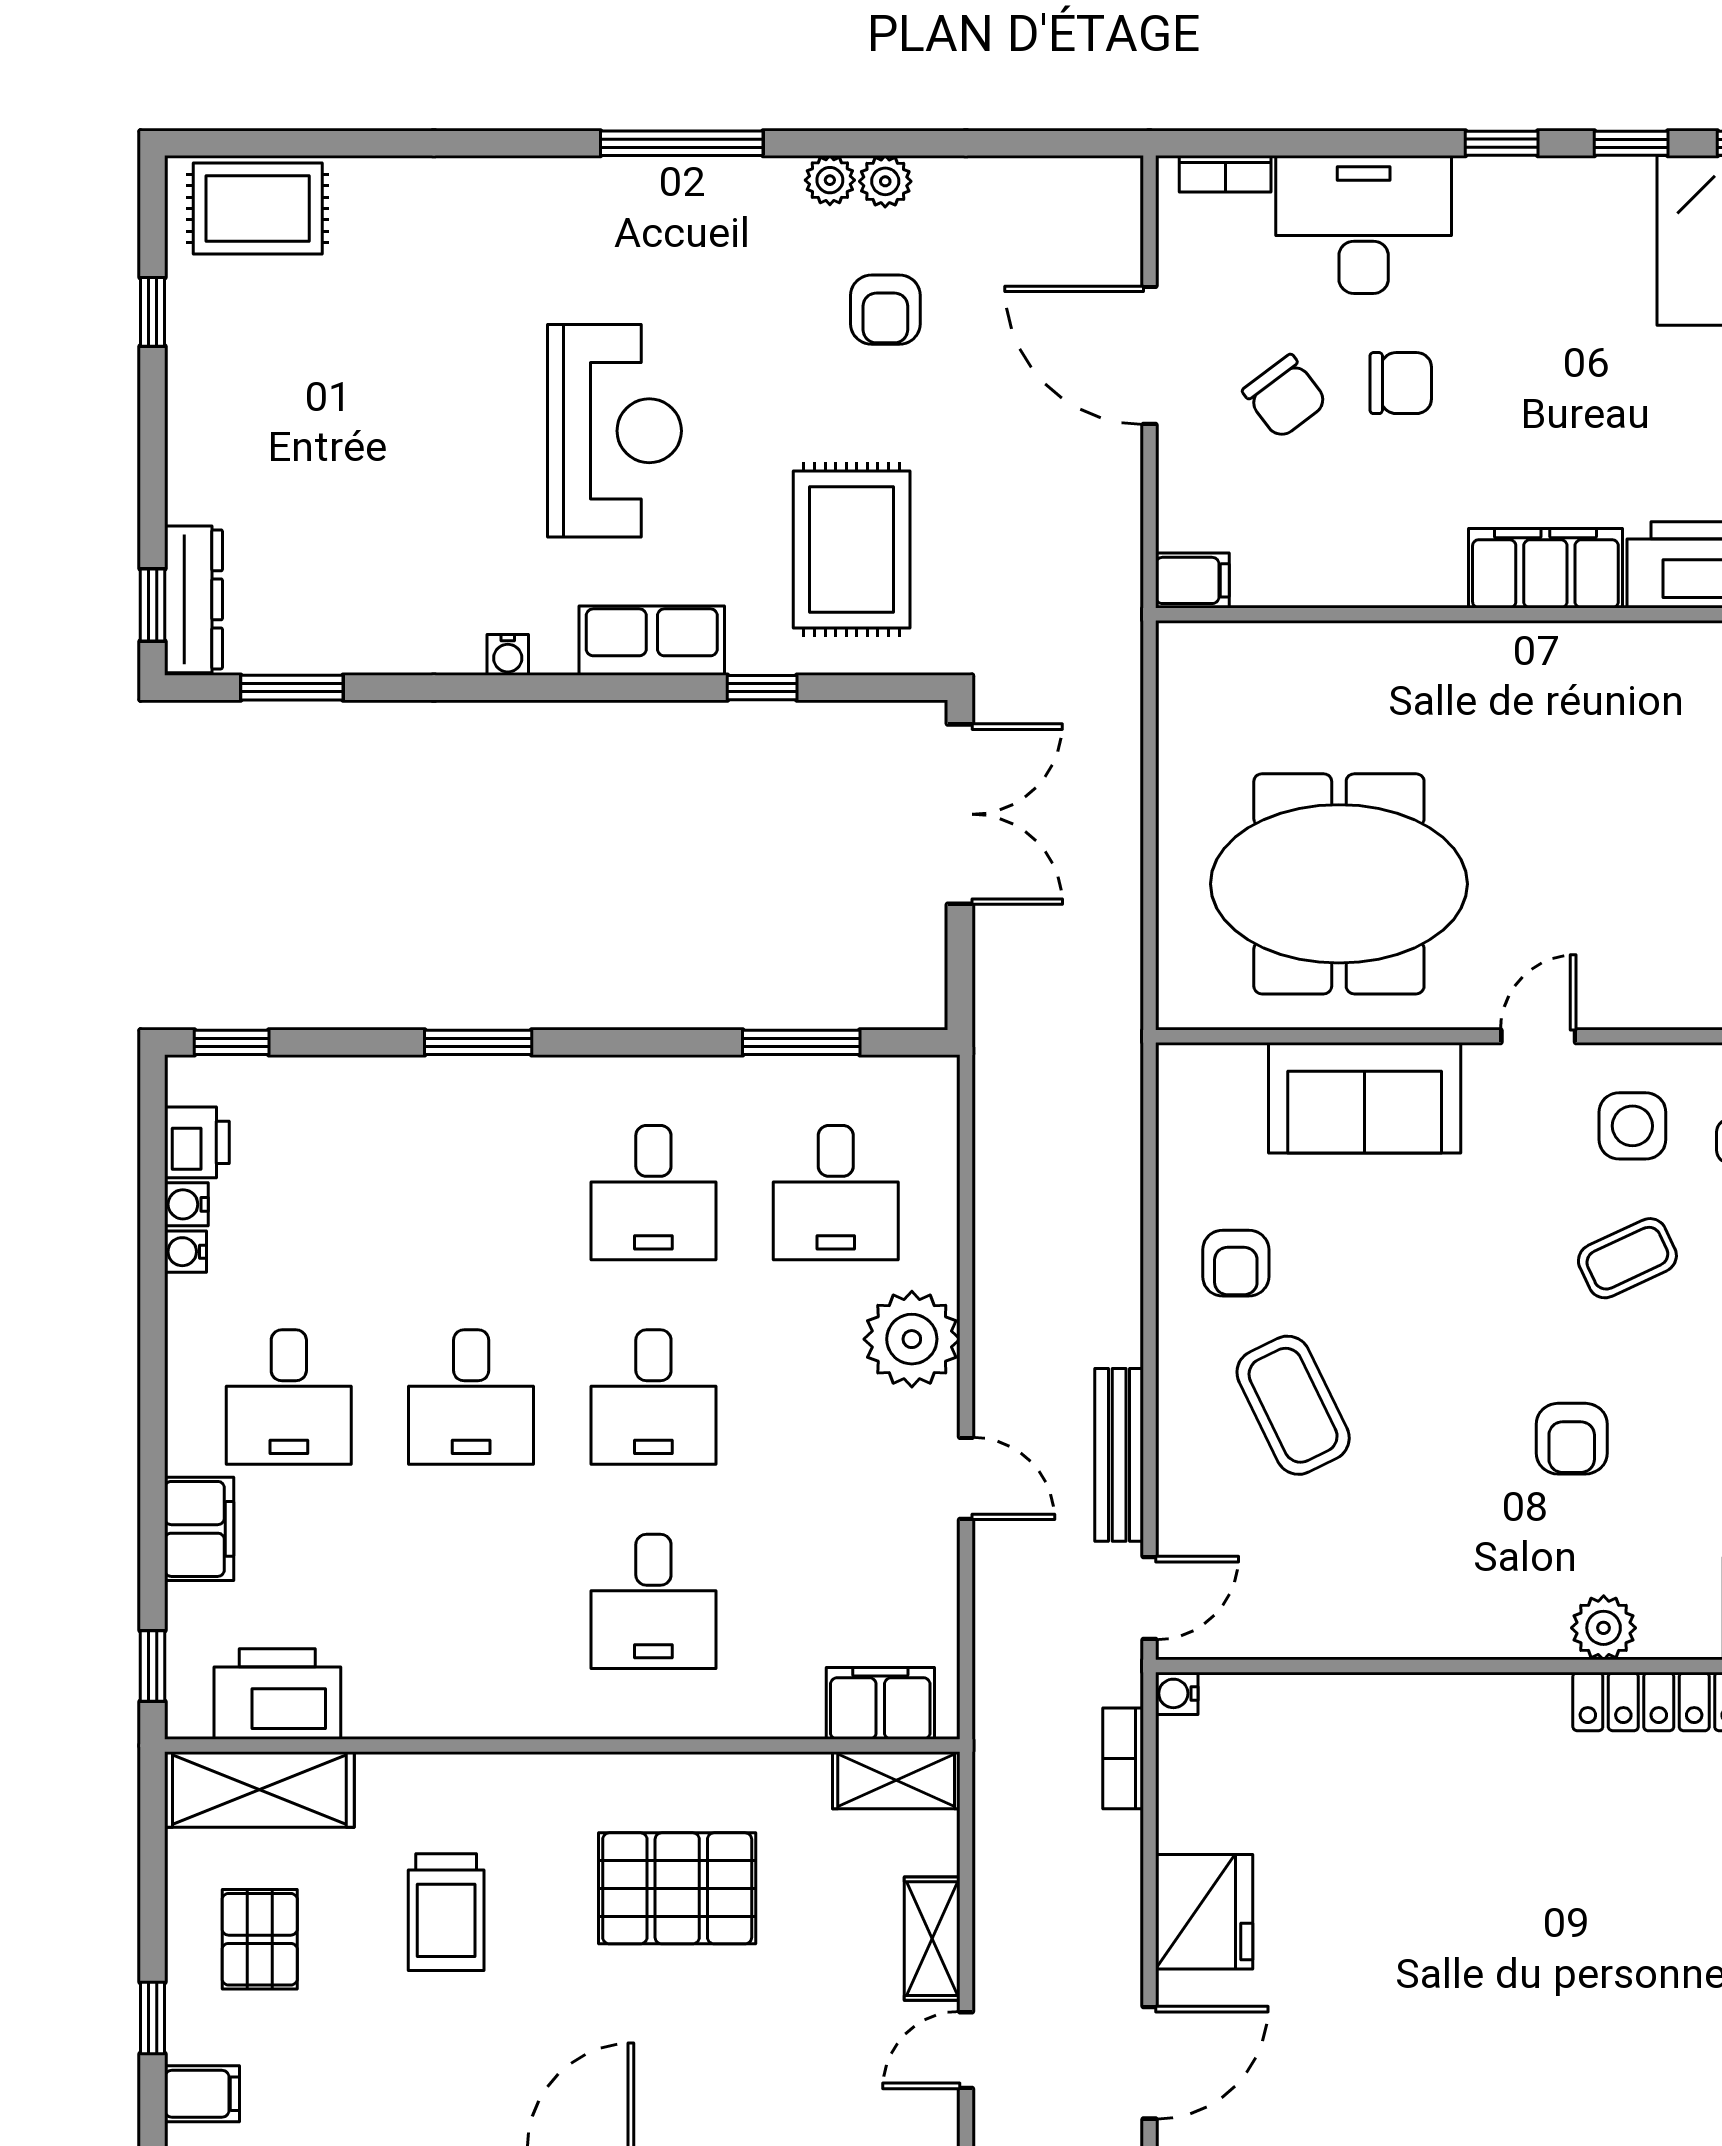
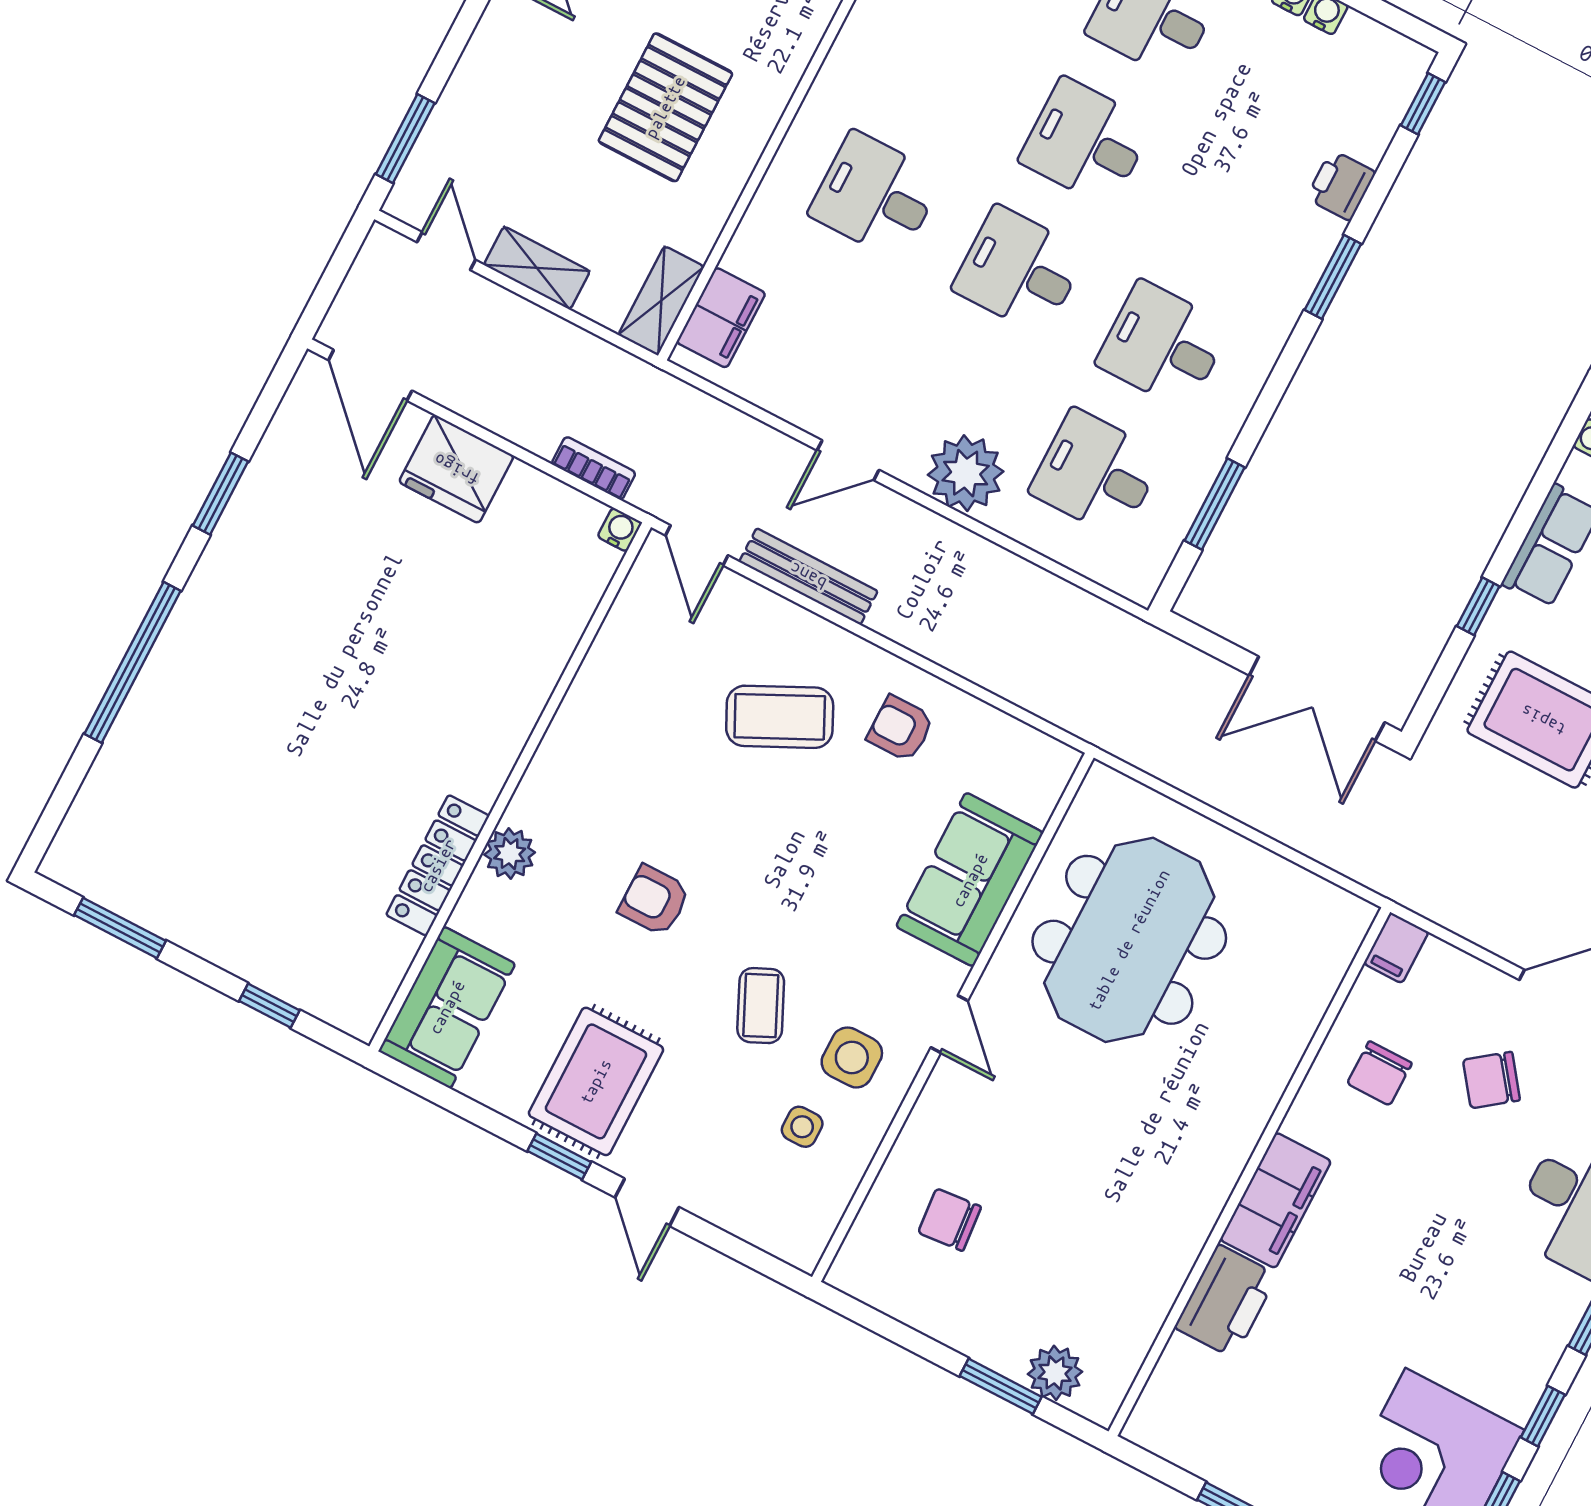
chair: (1401, 383) -> (1380, 1073), moved
printer: (197, 1142) -> (1341, 185), moved, turned 90

